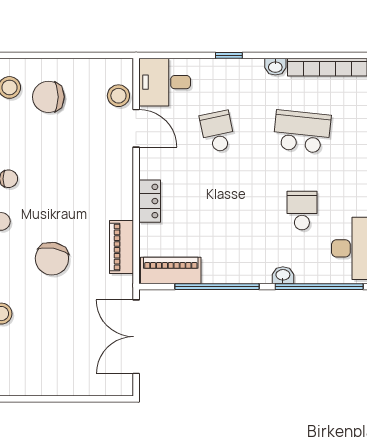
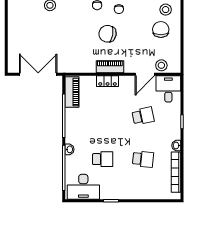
school desk: (302, 132) -> (143, 159), width x0.54
piano: (121, 247) -> (110, 67), moved
chair: (52, 259) -> (108, 34), moved

